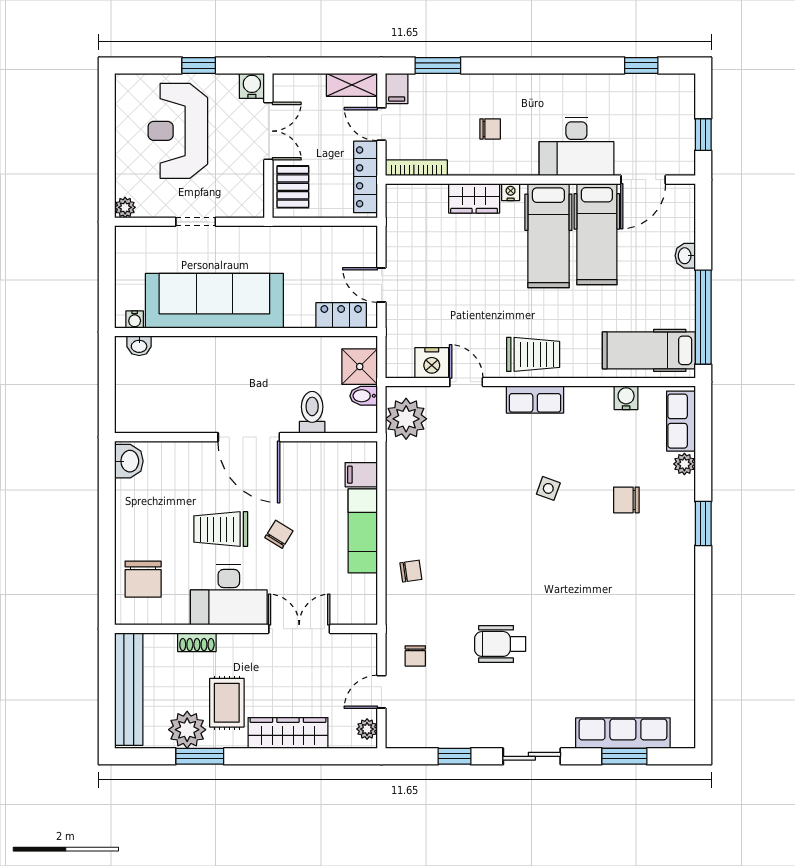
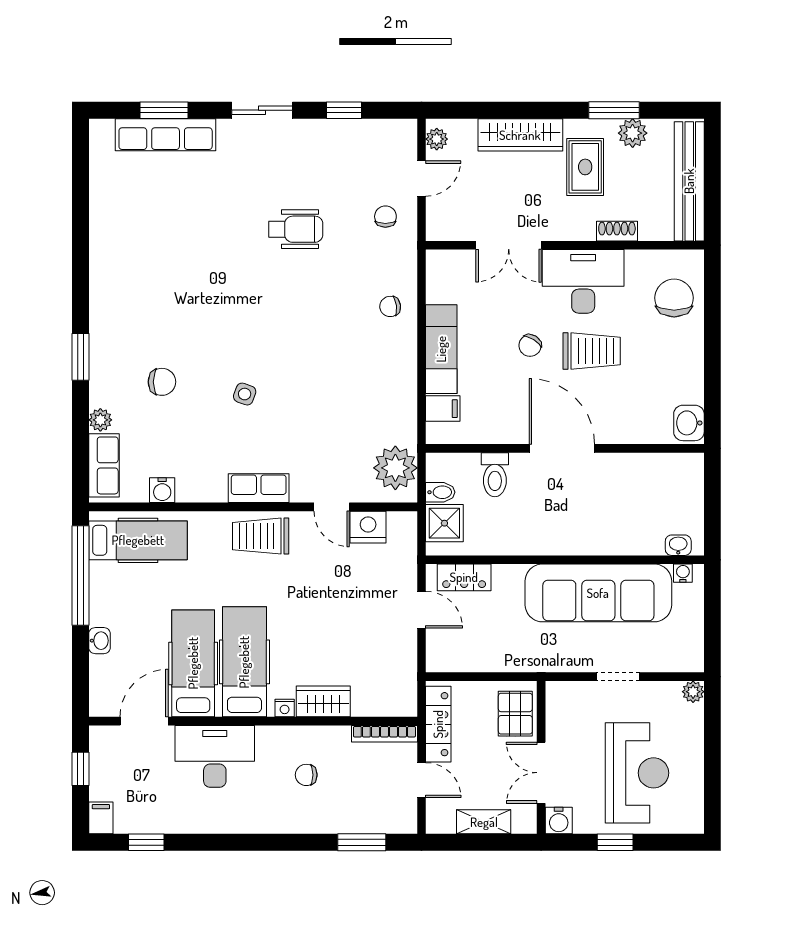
shelving: (352, 85) -> (484, 822), moved
filing cabinet: (397, 88) -> (101, 818), moved
plant: (187, 730) -> (633, 133), width x0.73, depth x0.73

